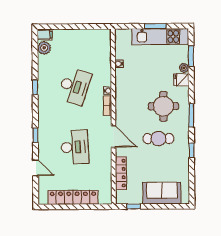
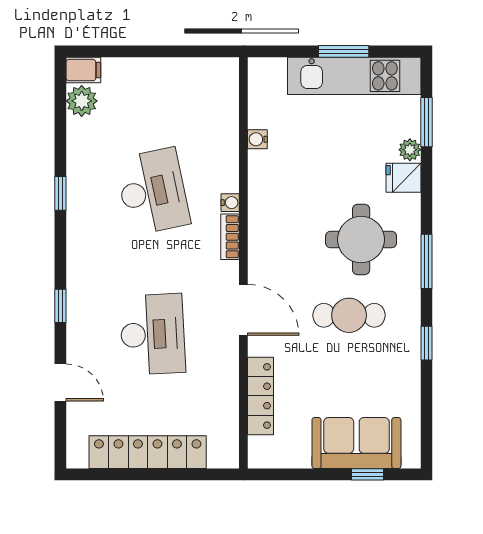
desk: (74, 86) -> (153, 192), turned -30
window: (134, 206) -> (368, 474), moved

